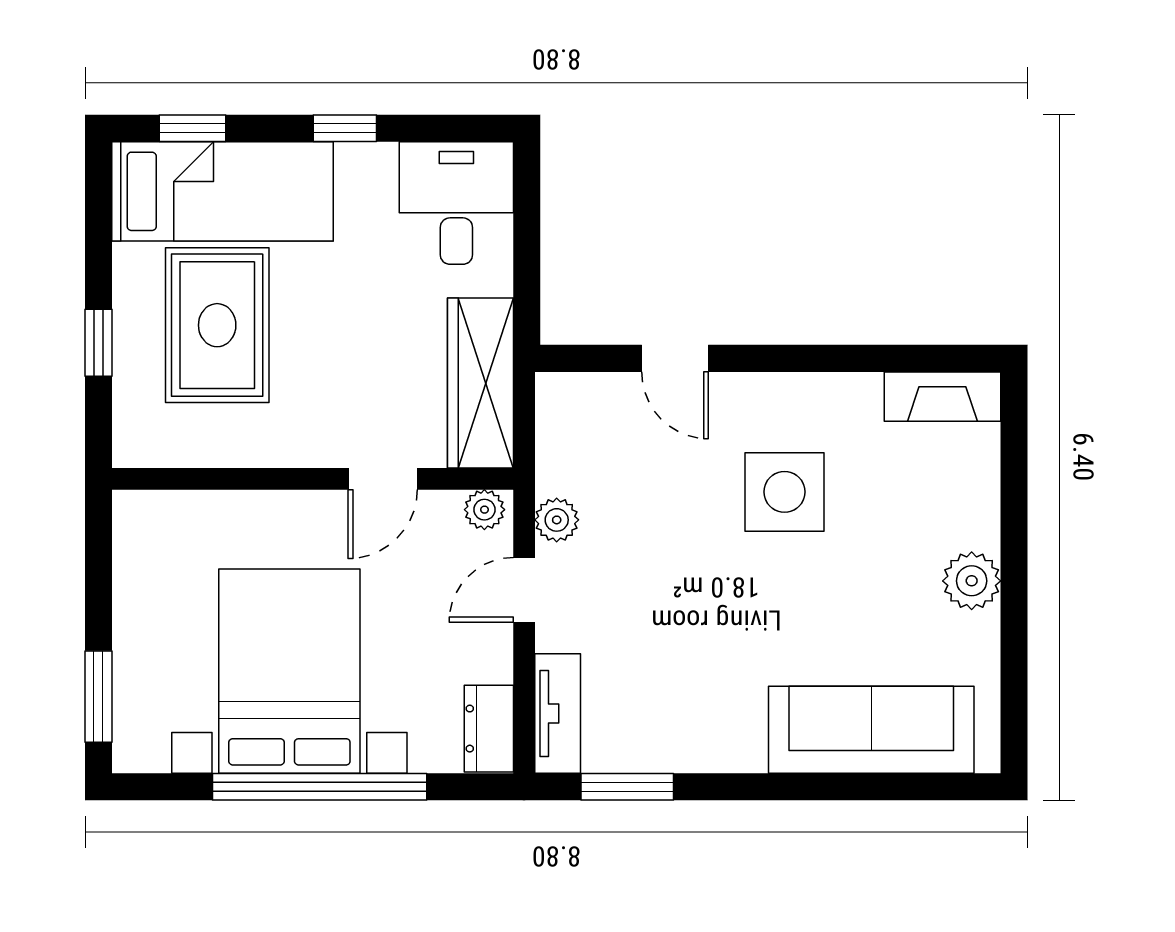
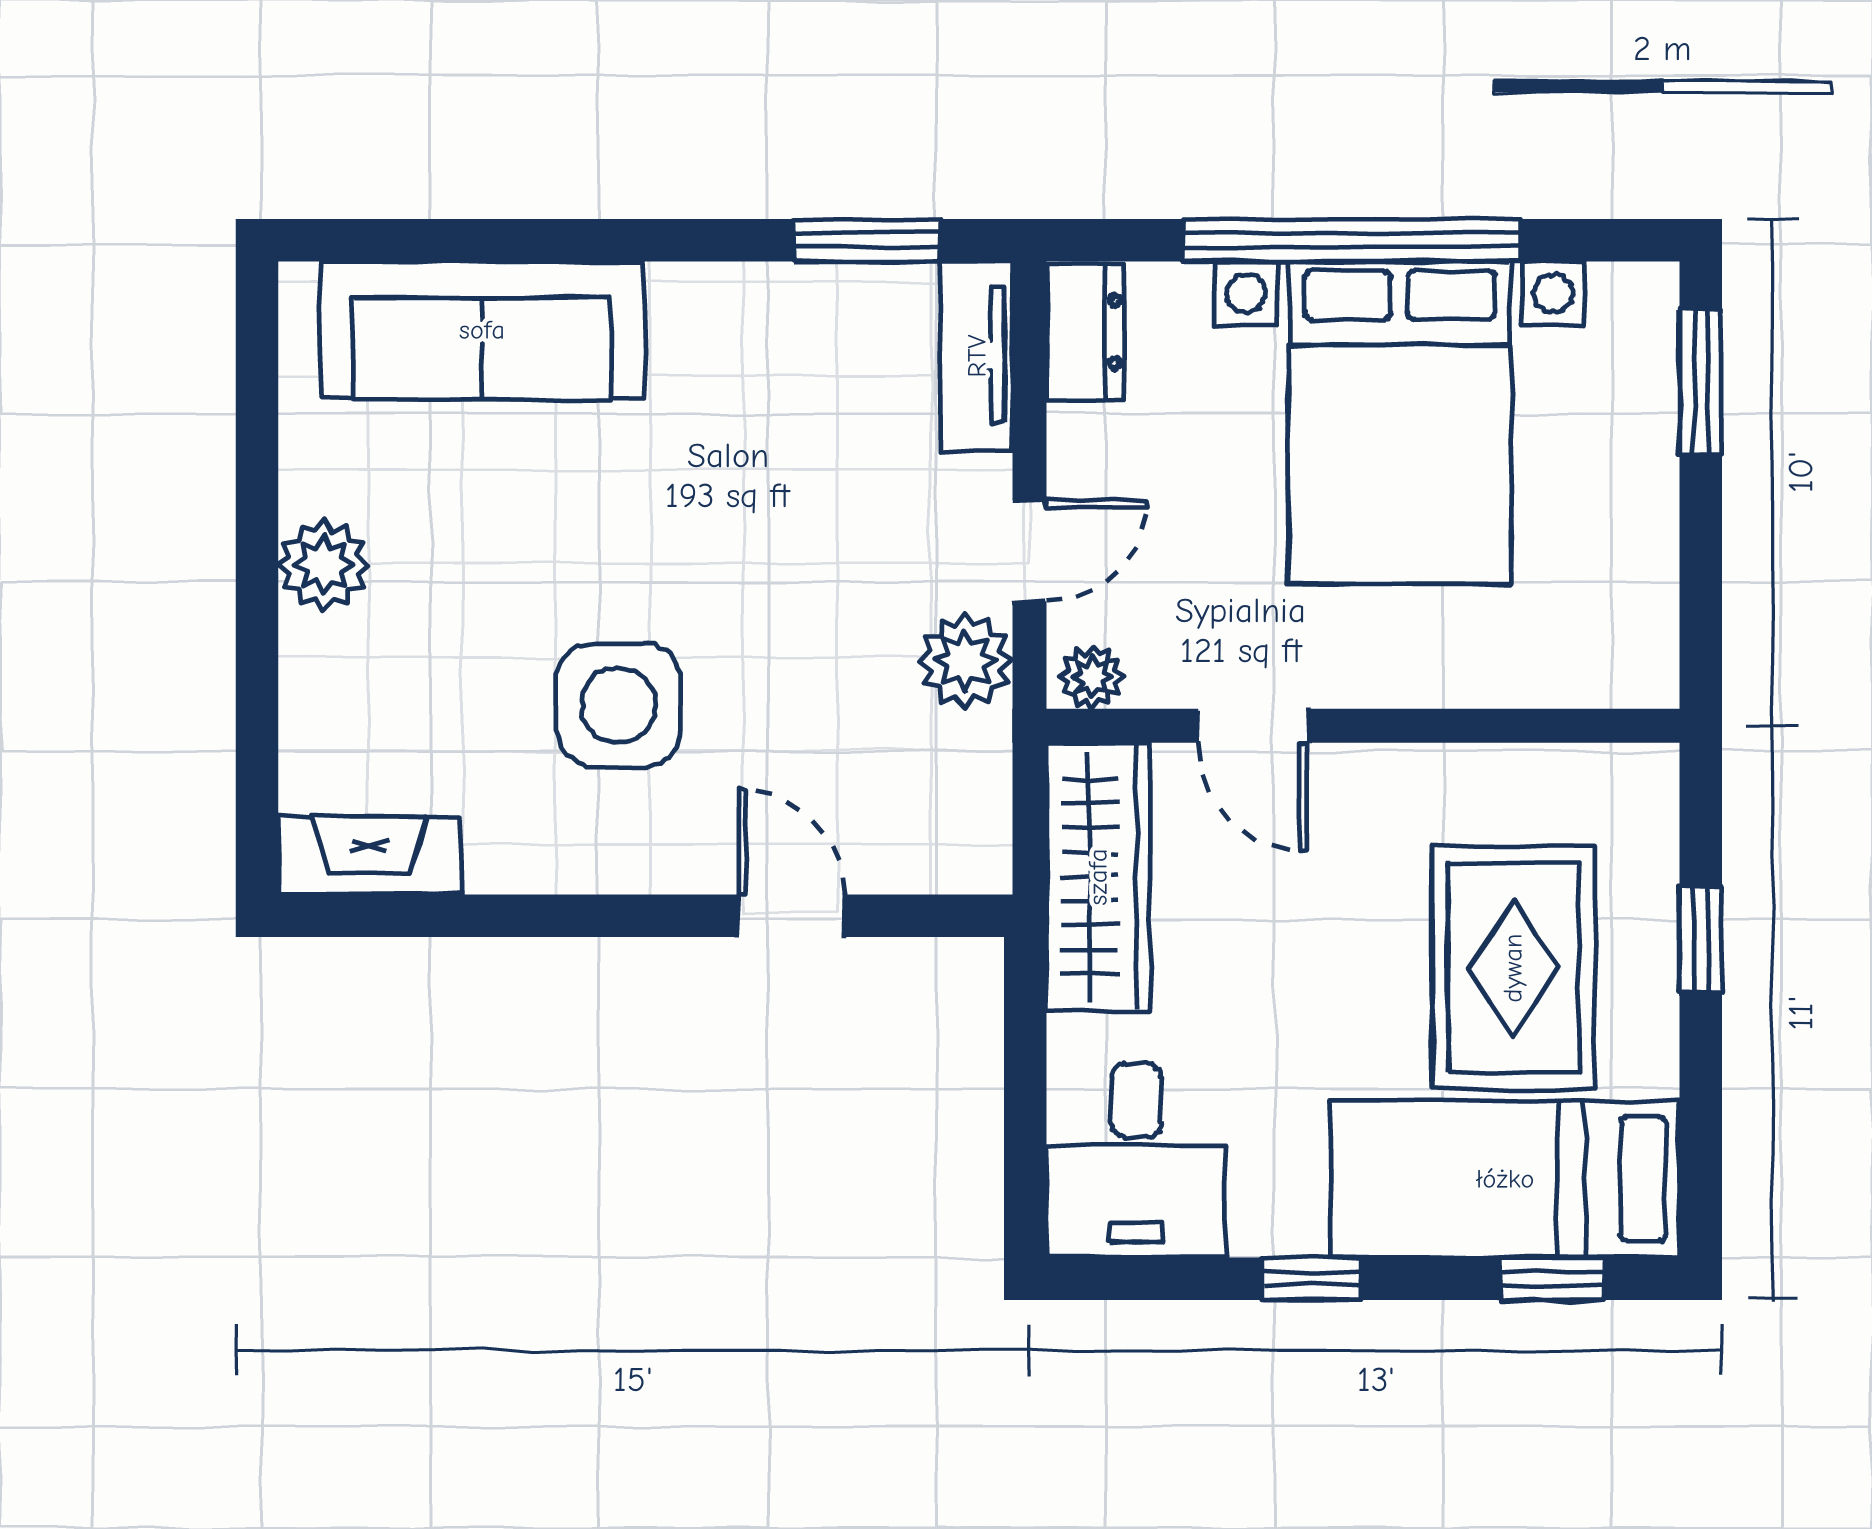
door: (383, 479) -> (1253, 726), swing flipped
plant: (557, 520) -> (965, 661), width x1.38, depth x1.38

